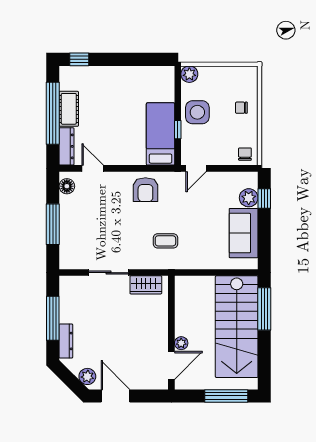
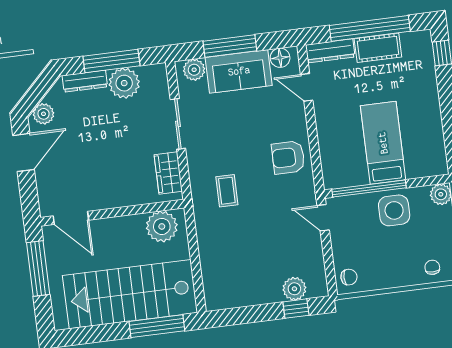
chair: (241, 108) -> (432, 267), moved
window: (178, 130) -> (369, 189), width x3.17
bed: (161, 134) -> (383, 143), moved, turned -90
door: (93, 168) -> (307, 87), swing flipped
sofa: (244, 233) -> (239, 71), moved, turned 180
plant: (68, 255) -> (194, 70), added
plant: (71, 310) -> (124, 83), added
plant: (181, 343) -> (162, 226), moved, width x1.87, depth x1.87
window: (226, 396) -> (38, 269), moved

